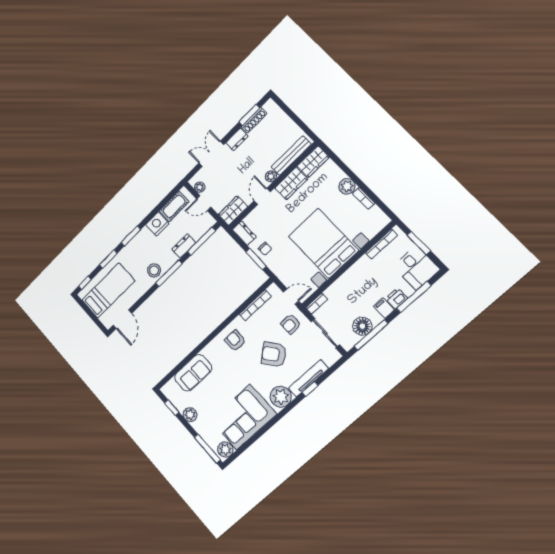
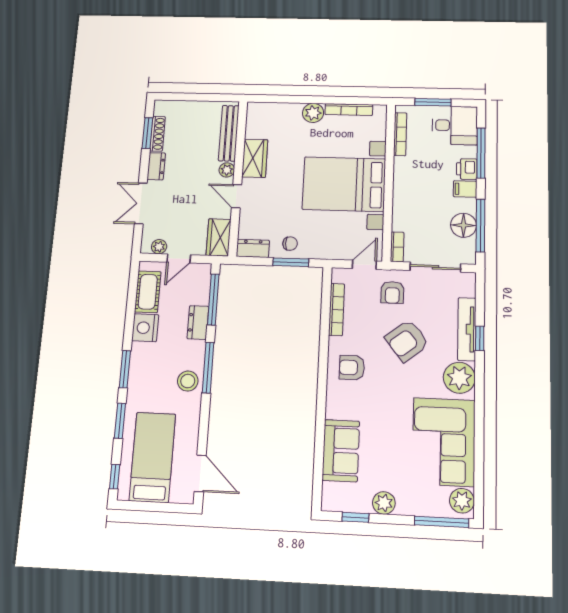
wardrobe: (313, 162) -> (257, 120), removed
bookcase: (364, 198) -> (349, 110), width x1.56

